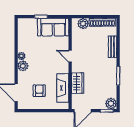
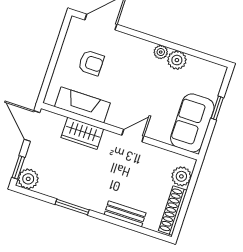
plant: (23, 66) -> (177, 60), moved

